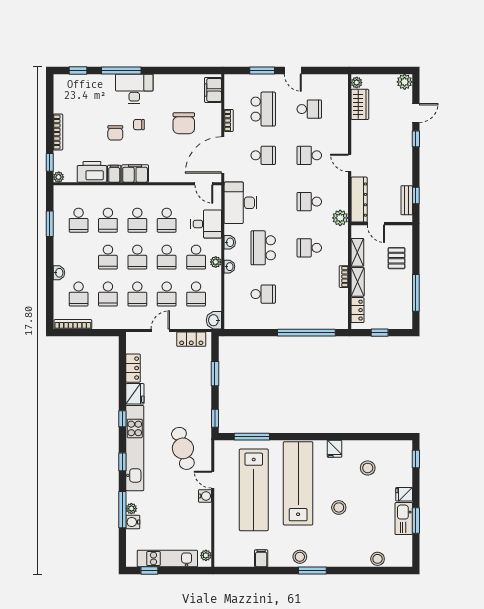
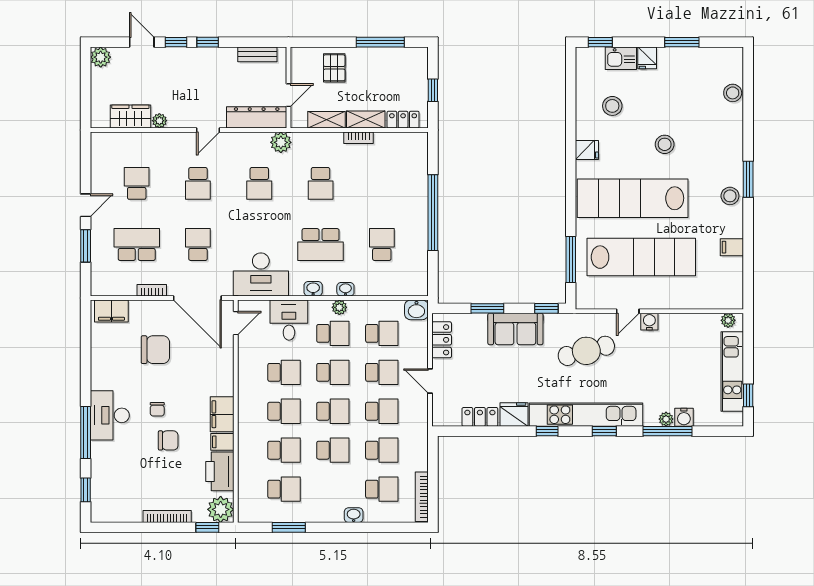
plant: (357, 83) -> (159, 121), moved
plant: (59, 177) -> (221, 509), width x1.87, depth x1.87
window: (416, 196) -> (208, 42), moved
pallet: (397, 258) -> (334, 68), turned 90
window: (306, 333) -> (433, 213), moved
sofa: (199, 395) -> (515, 329), added
kitchen sink: (404, 519) -> (621, 58), moved, width x0.73

